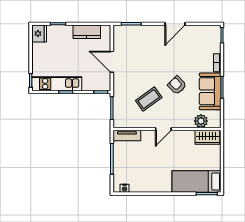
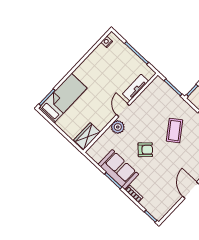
coffee table: (149, 99) -> (175, 131), moved
plant: (201, 121) -> (118, 127), moved
tv unit: (127, 135) -> (136, 87), moved

